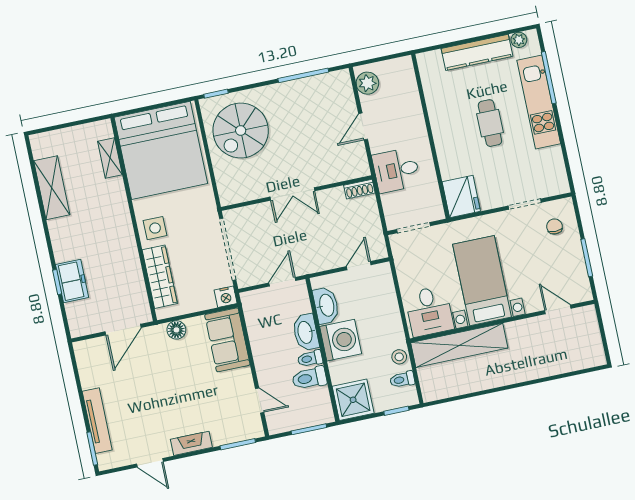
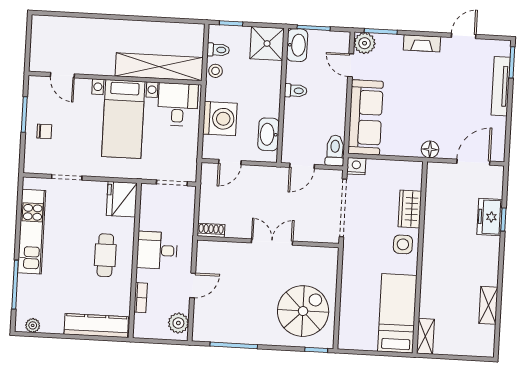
kitchen counter: (477, 52) -> (96, 326), moved
bookcase: (414, 99) -> (141, 298), added
kitchen unit: (539, 102) -> (32, 232), moved
cafe table: (490, 123) -> (105, 255), moved
bed: (161, 150) -> (397, 313), width x0.49
shelving: (110, 158) -> (425, 336), moved
desk: (396, 170) -> (157, 250), moved, turned 180
shelving: (52, 188) -> (488, 305), width x0.67, depth x0.75
chair: (555, 226) -> (44, 131), moved, turned -90
wardrobe: (160, 277) -> (410, 209), width x0.67
door: (123, 330) -> (473, 162), moved
floor lamp: (176, 330) -> (430, 149), moved
washbasin: (306, 332) -> (297, 45), moved
sofa: (227, 340) -> (366, 117), width x1.36
washing machine: (341, 340) -> (220, 119), moved, turned 180
toilet: (309, 378) -> (335, 150), moved, turned -90
plant: (251, 427) -> (365, 43), added
door: (150, 463) -> (464, 36), hinge flipped

